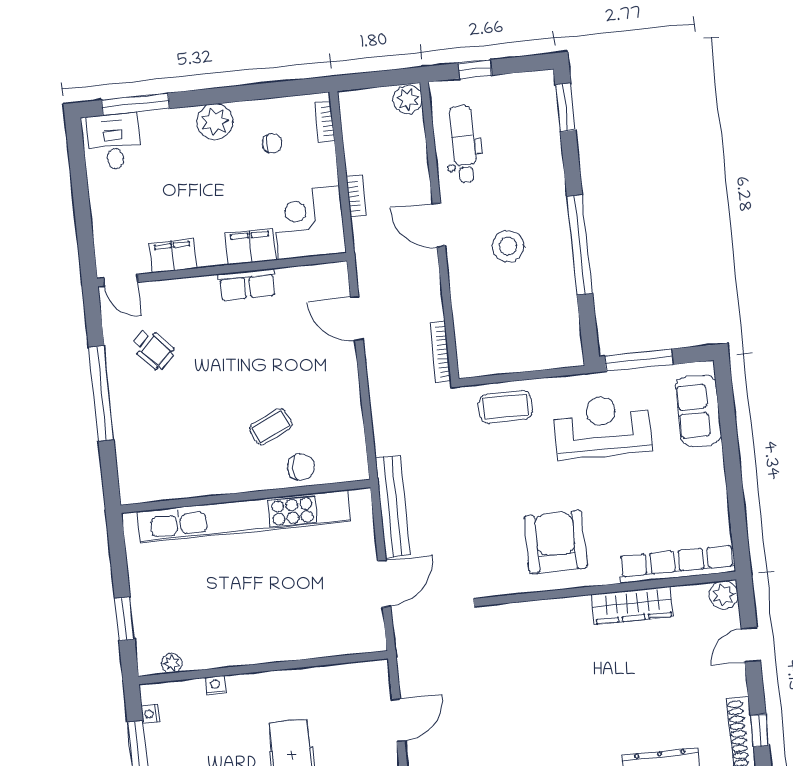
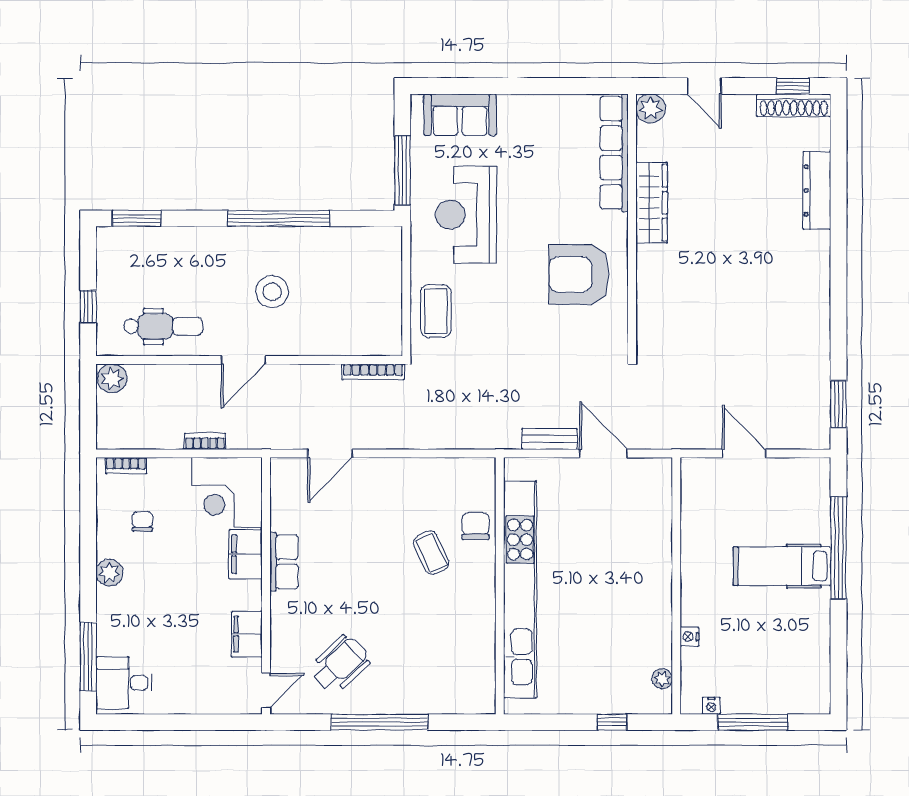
plant: (215, 122) -> (109, 573), width x0.73, depth x0.73
dental chair: (463, 144) -> (163, 326), turned 180
wheelchair: (153, 349) -> (340, 664), width x1.36, depth x1.37
bench: (393, 506) -> (549, 439), width x0.54, depth x0.82
window: (125, 619) -> (612, 722), width x0.67

